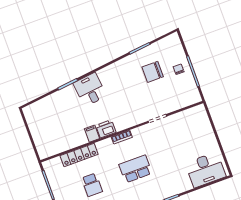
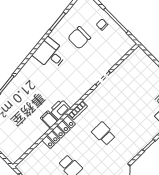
desk: (90, 90) -> (50, 54), moved
locker: (79, 155) -> (59, 132), moved
school desk: (135, 169) -> (104, 134), width x0.54

